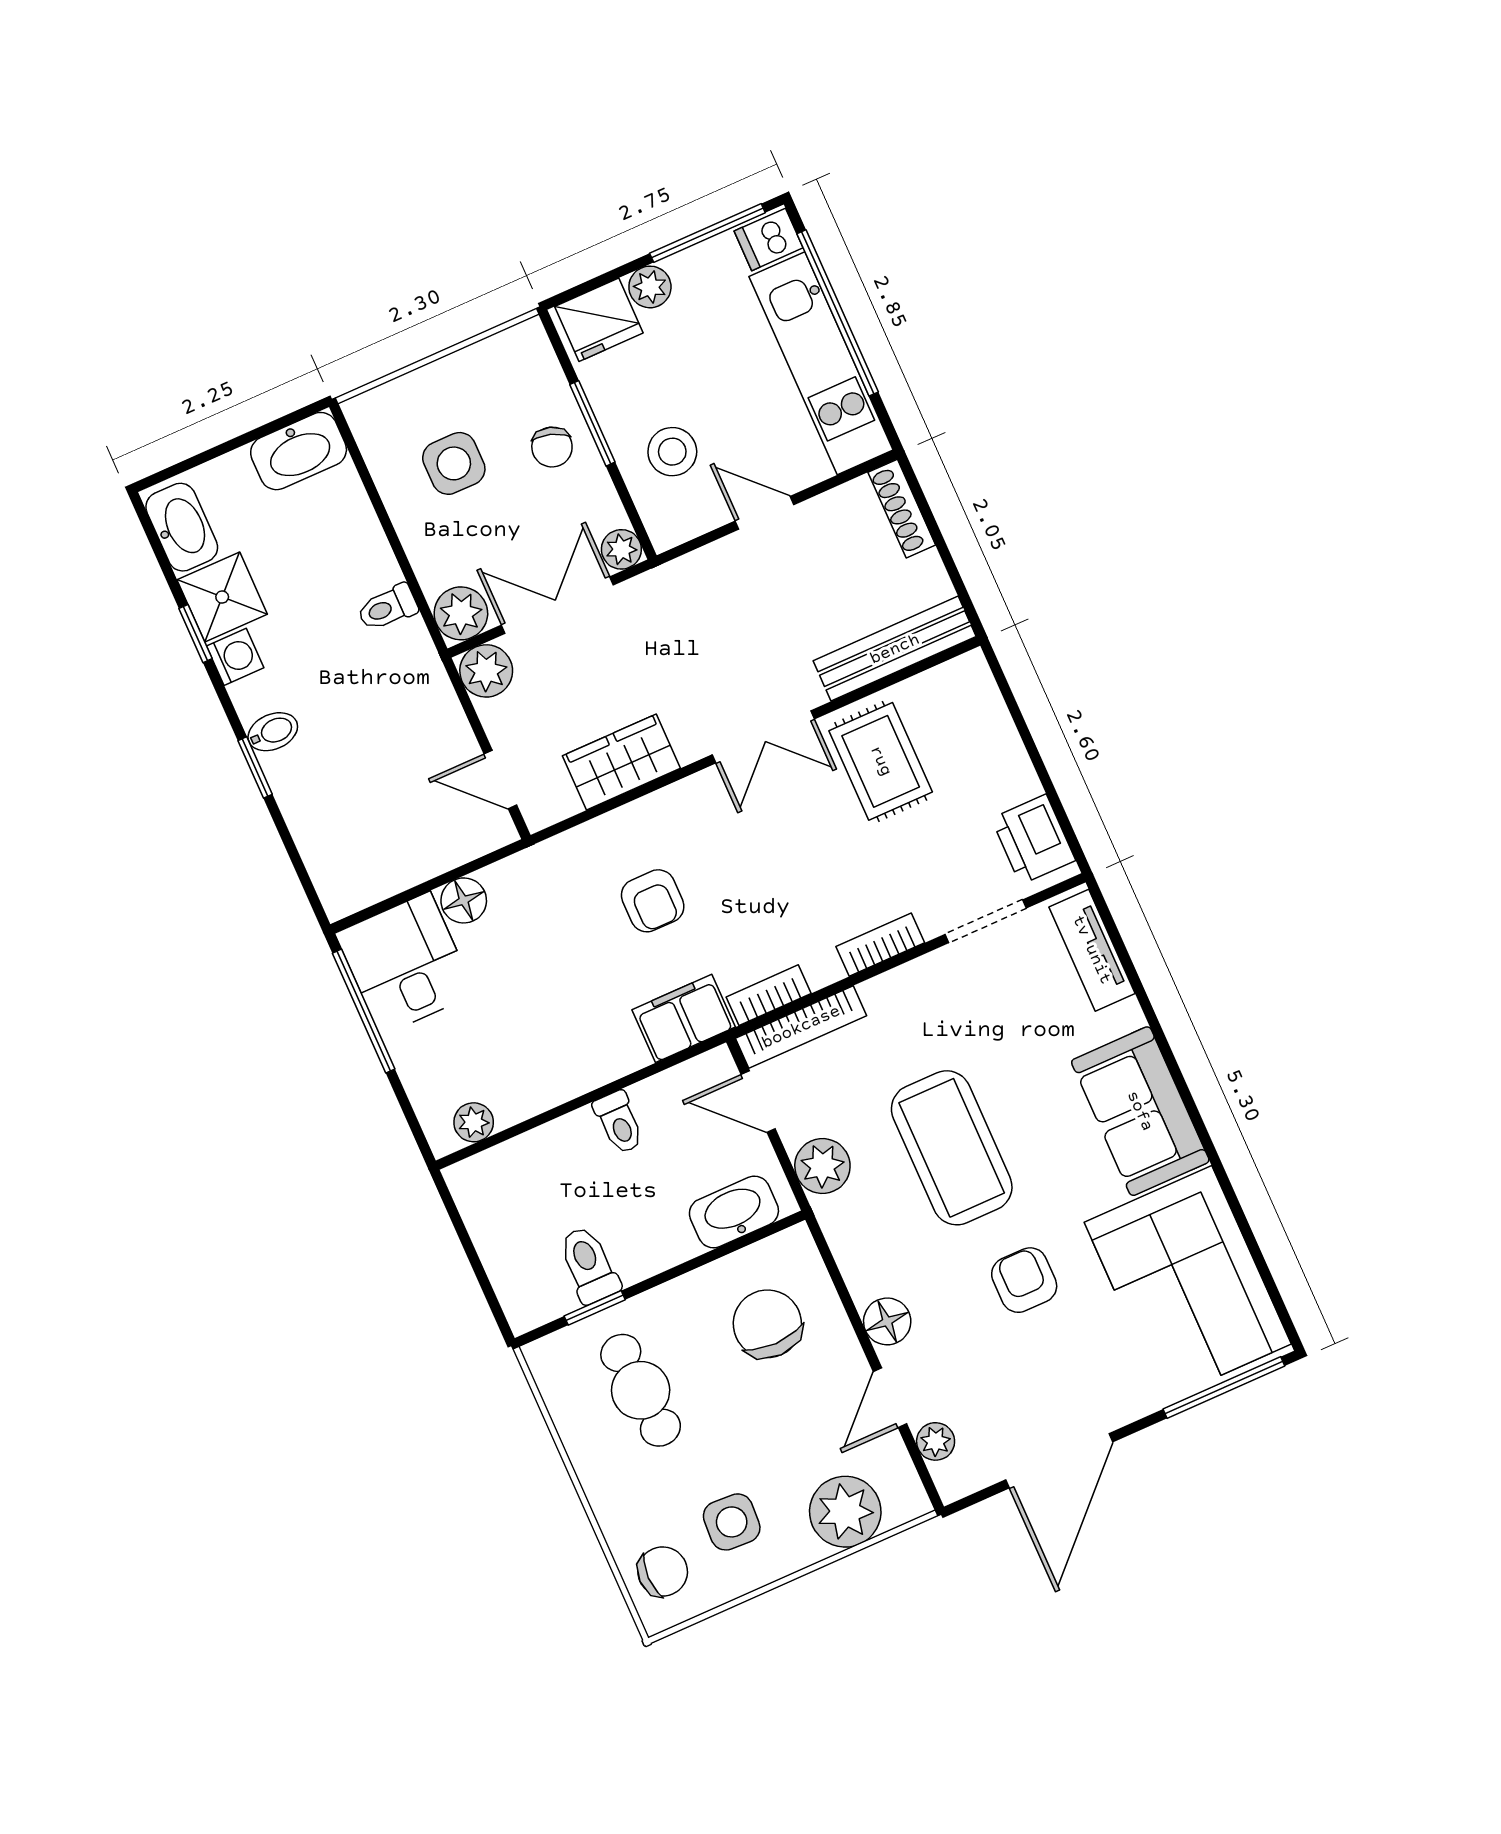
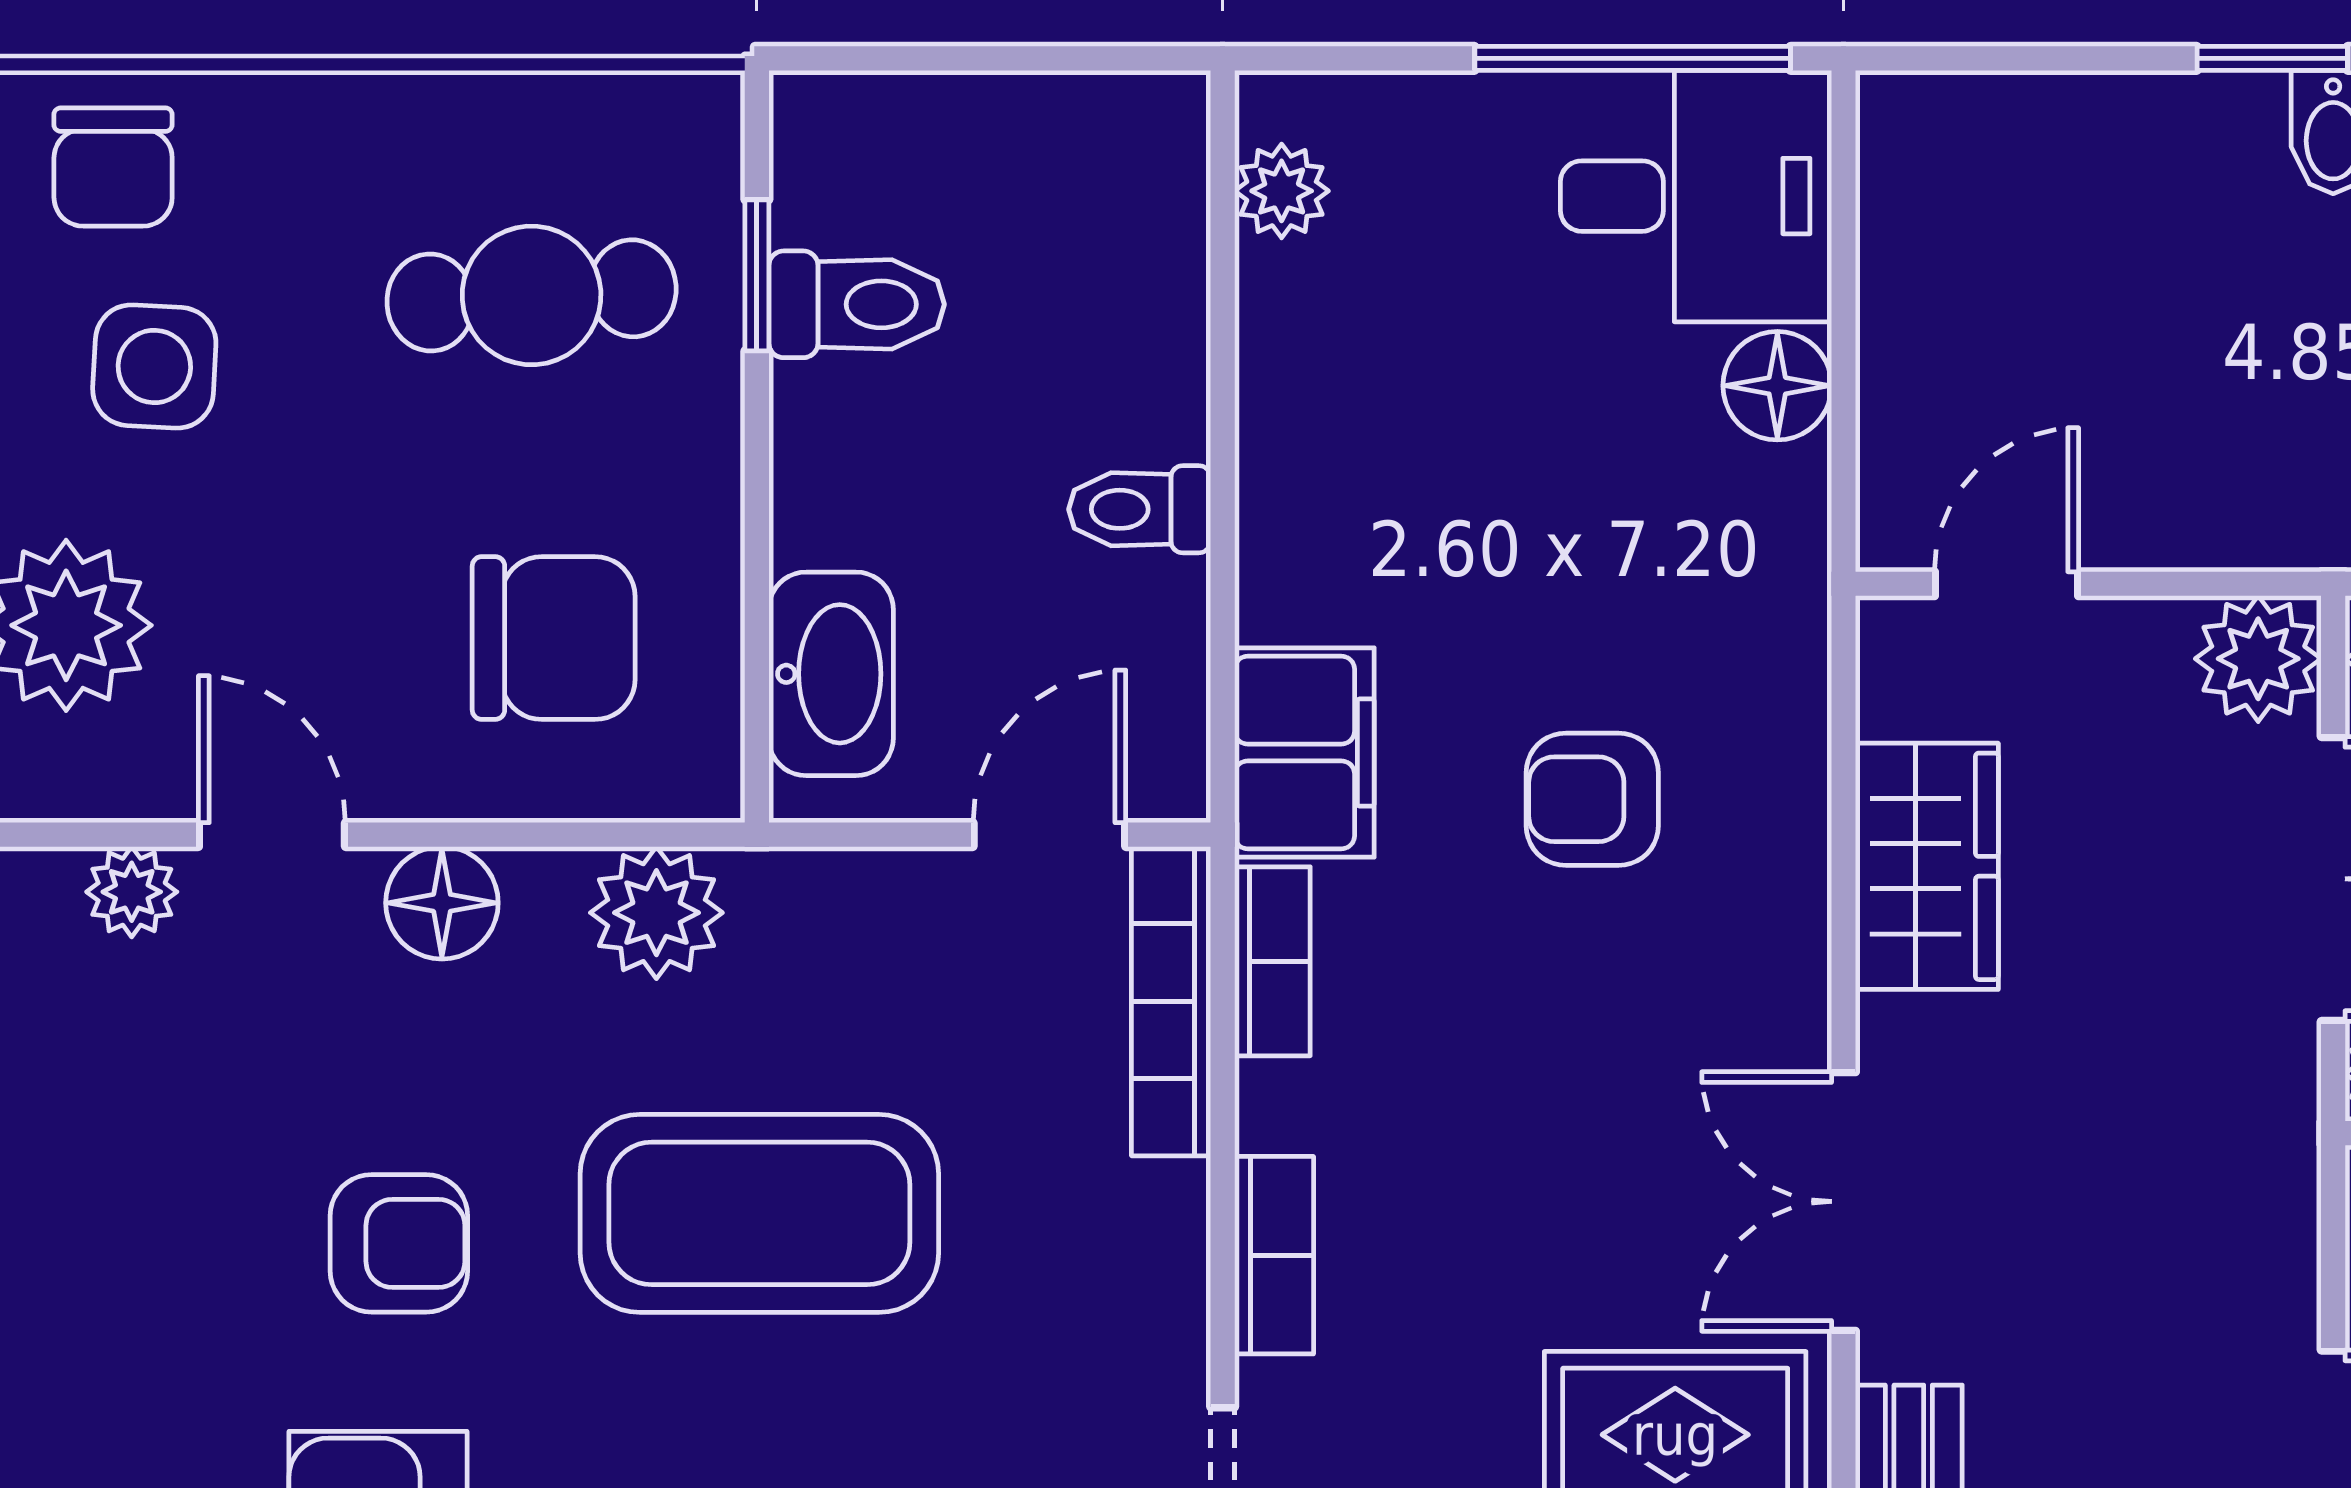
plant: (822, 1166) -> (656, 913), moved

